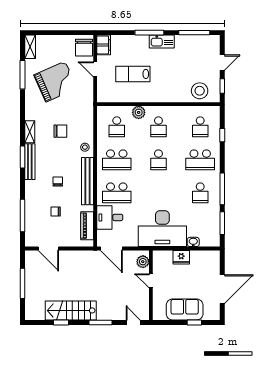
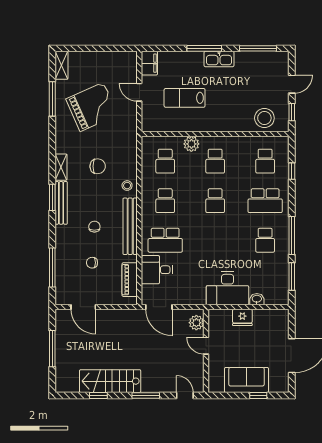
chair: (84, 48) -> (126, 66), removed
school desk: (117, 160) -> (165, 201), width x0.54
desk: (162, 229) -> (228, 288), width x0.73, depth x0.77

